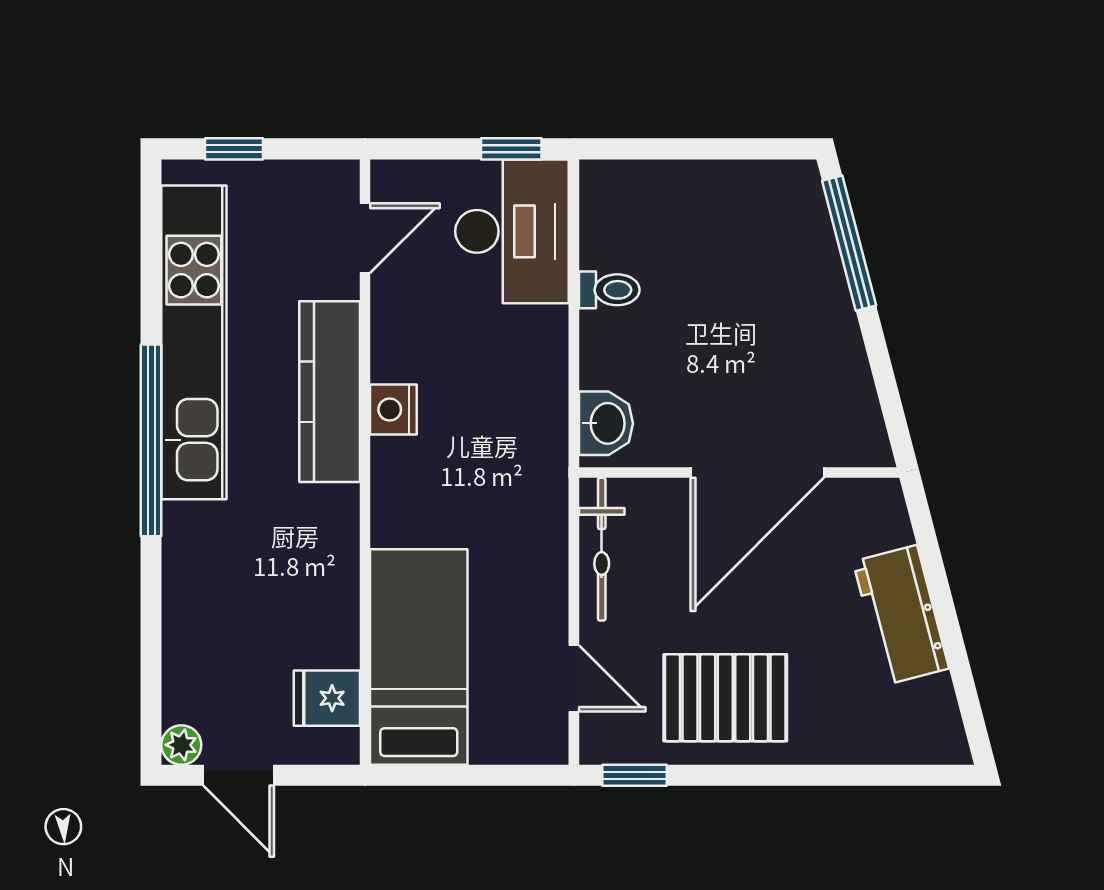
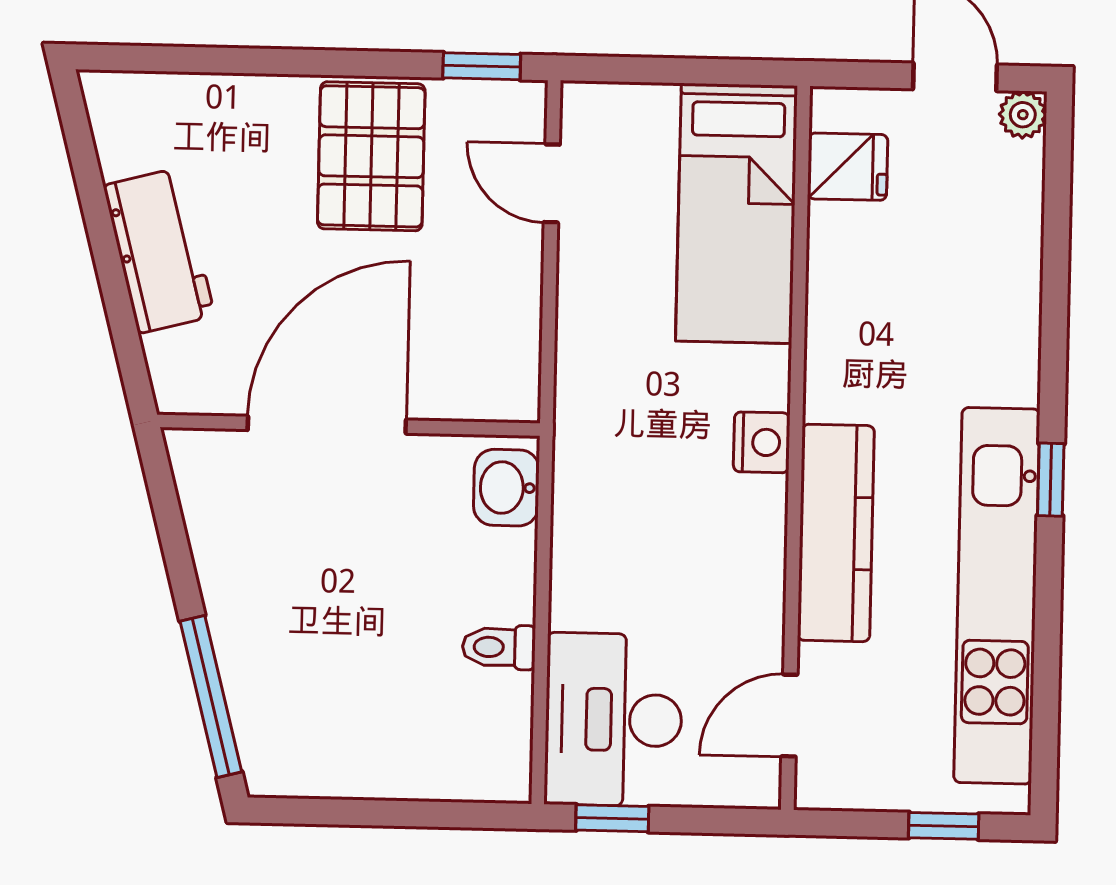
nightstand: (393, 410) -> (762, 442), moved
window: (151, 440) -> (1051, 480), width x0.32
bicycle: (602, 549) -> (515, 337), removed
pallet: (725, 698) -> (371, 156), turned 90

